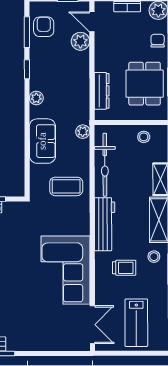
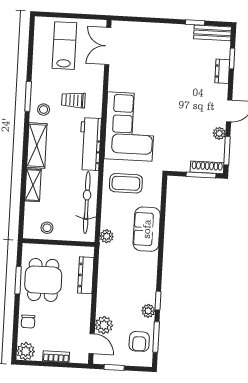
plant: (36, 98) -> (148, 311), moved
corner sofa: (65, 270) -> (130, 126), moved

